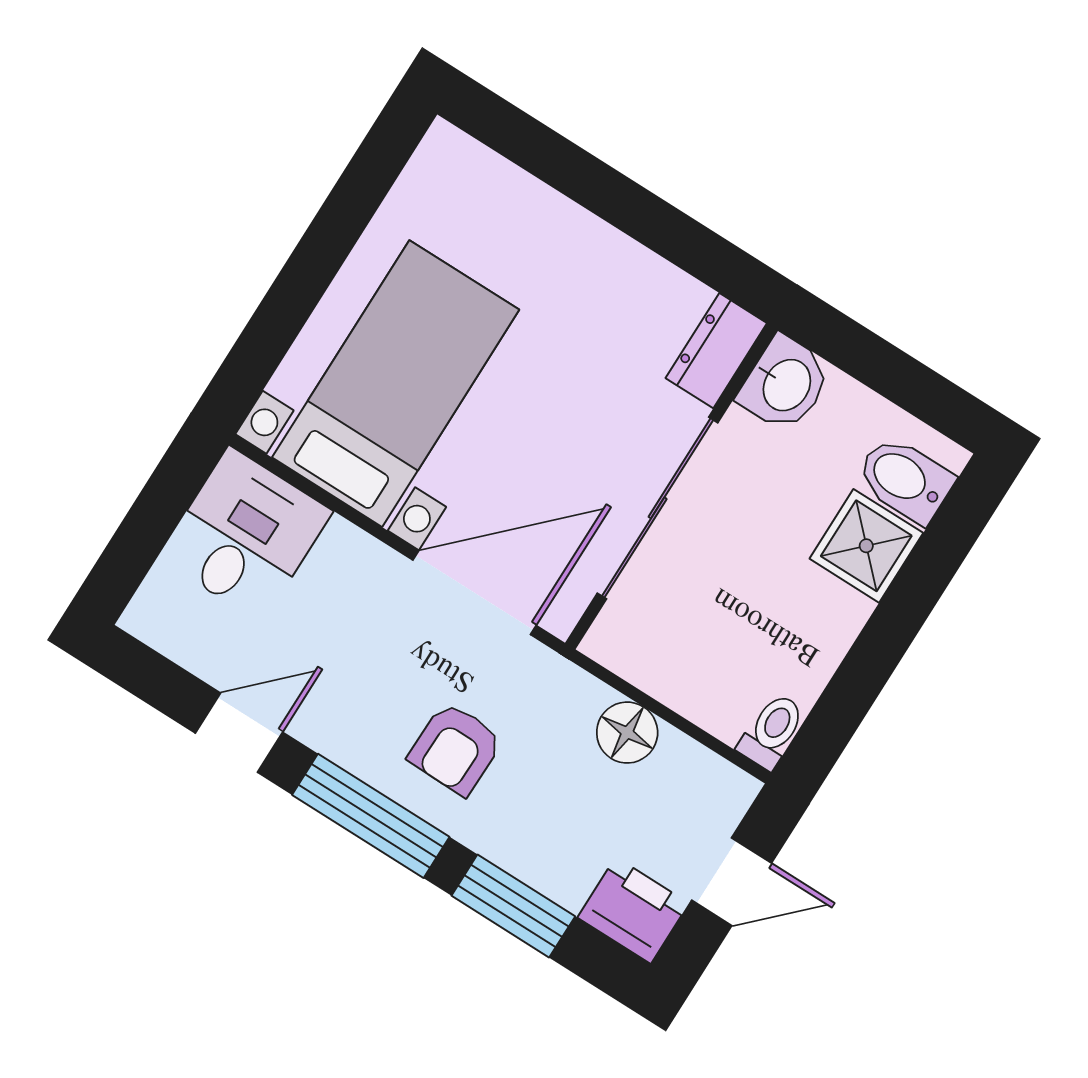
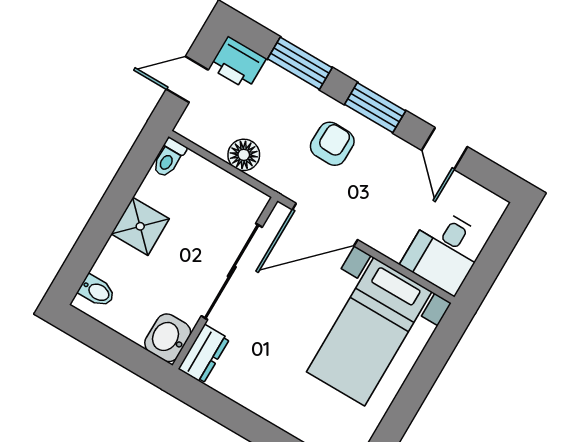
bidet: (905, 479) -> (97, 291), width x0.72, depth x0.74
shower: (866, 546) -> (140, 226), moved
door: (239, 733) -> (445, 149), hinge flipped
window: (371, 816) -> (375, 108), width x0.69

